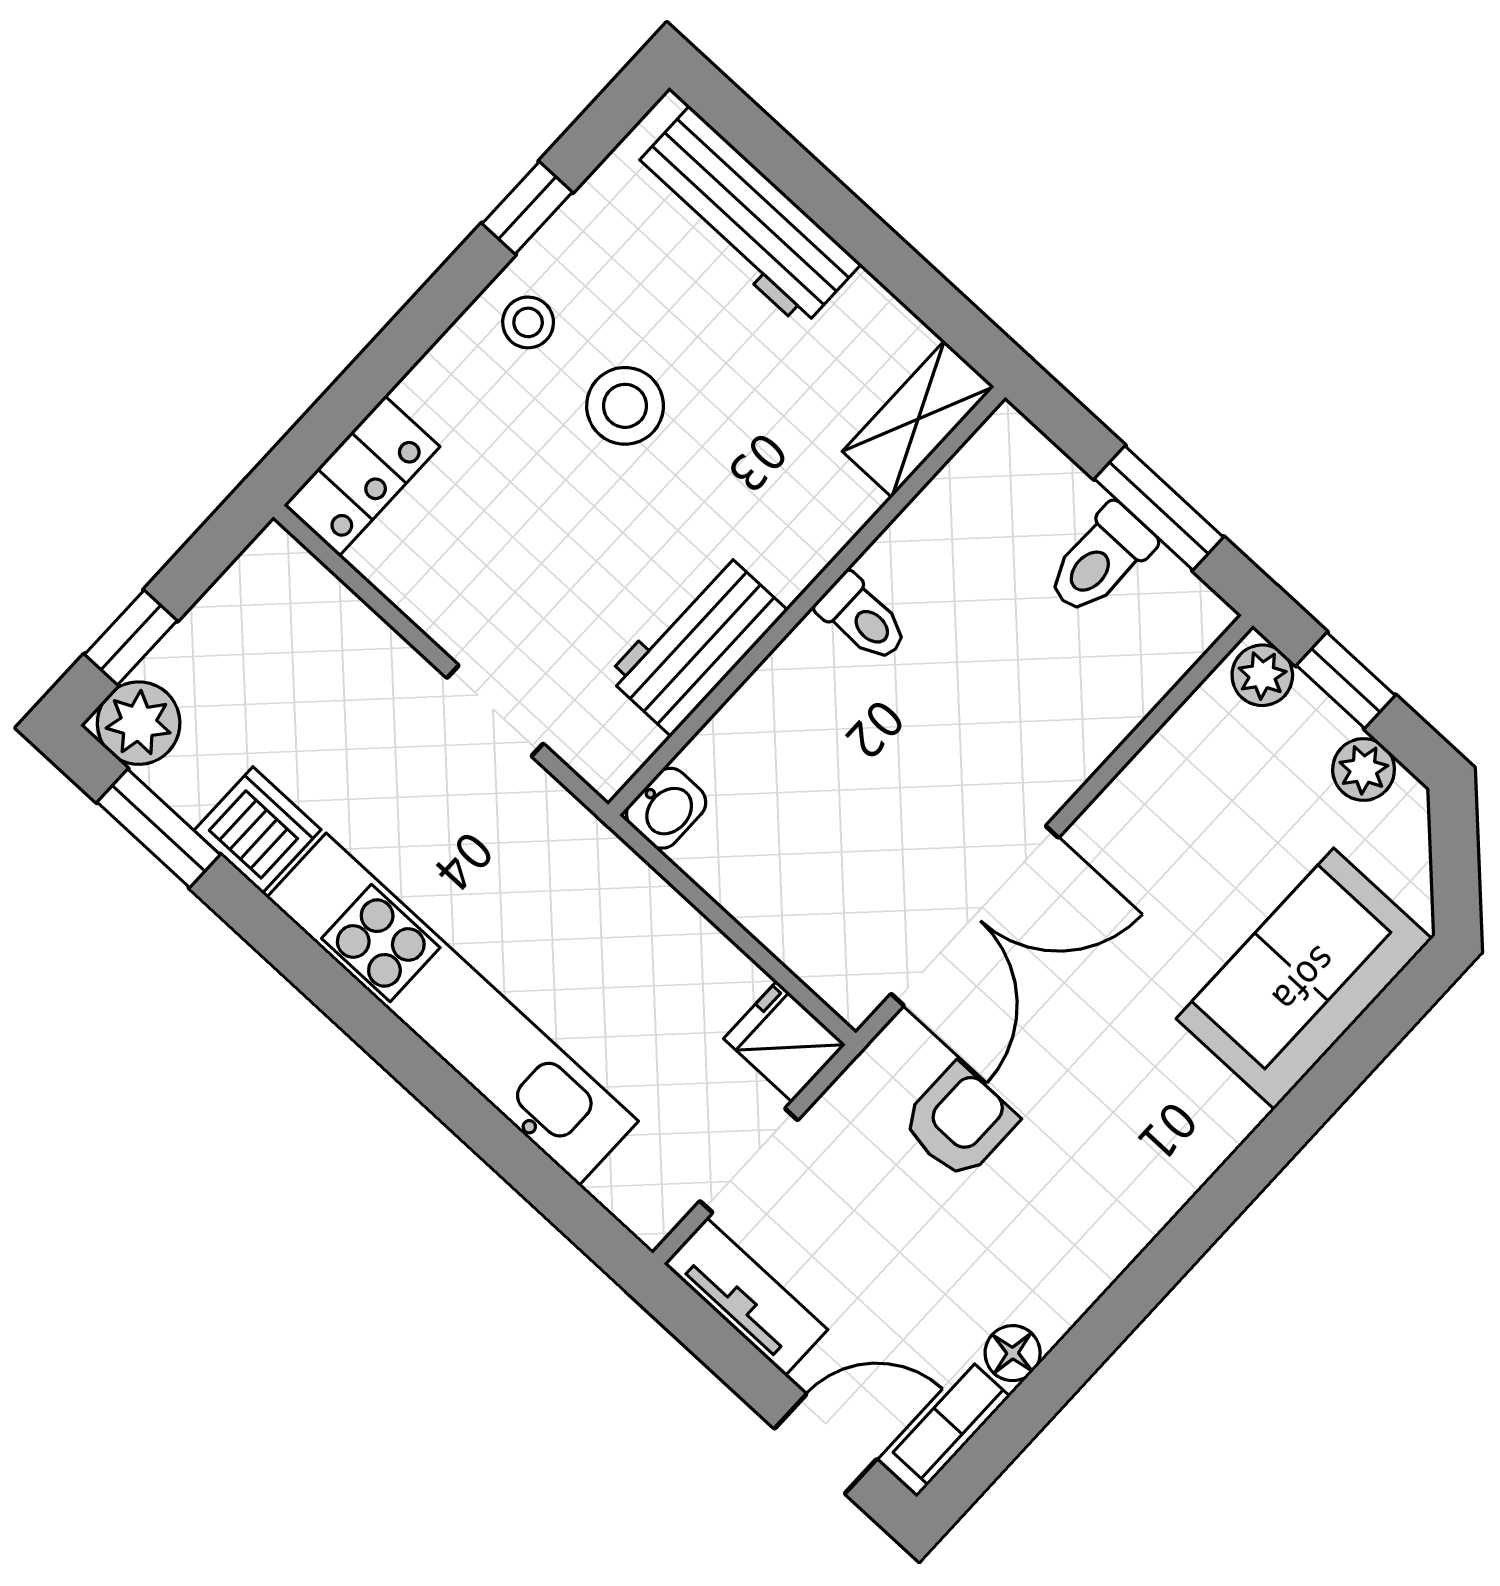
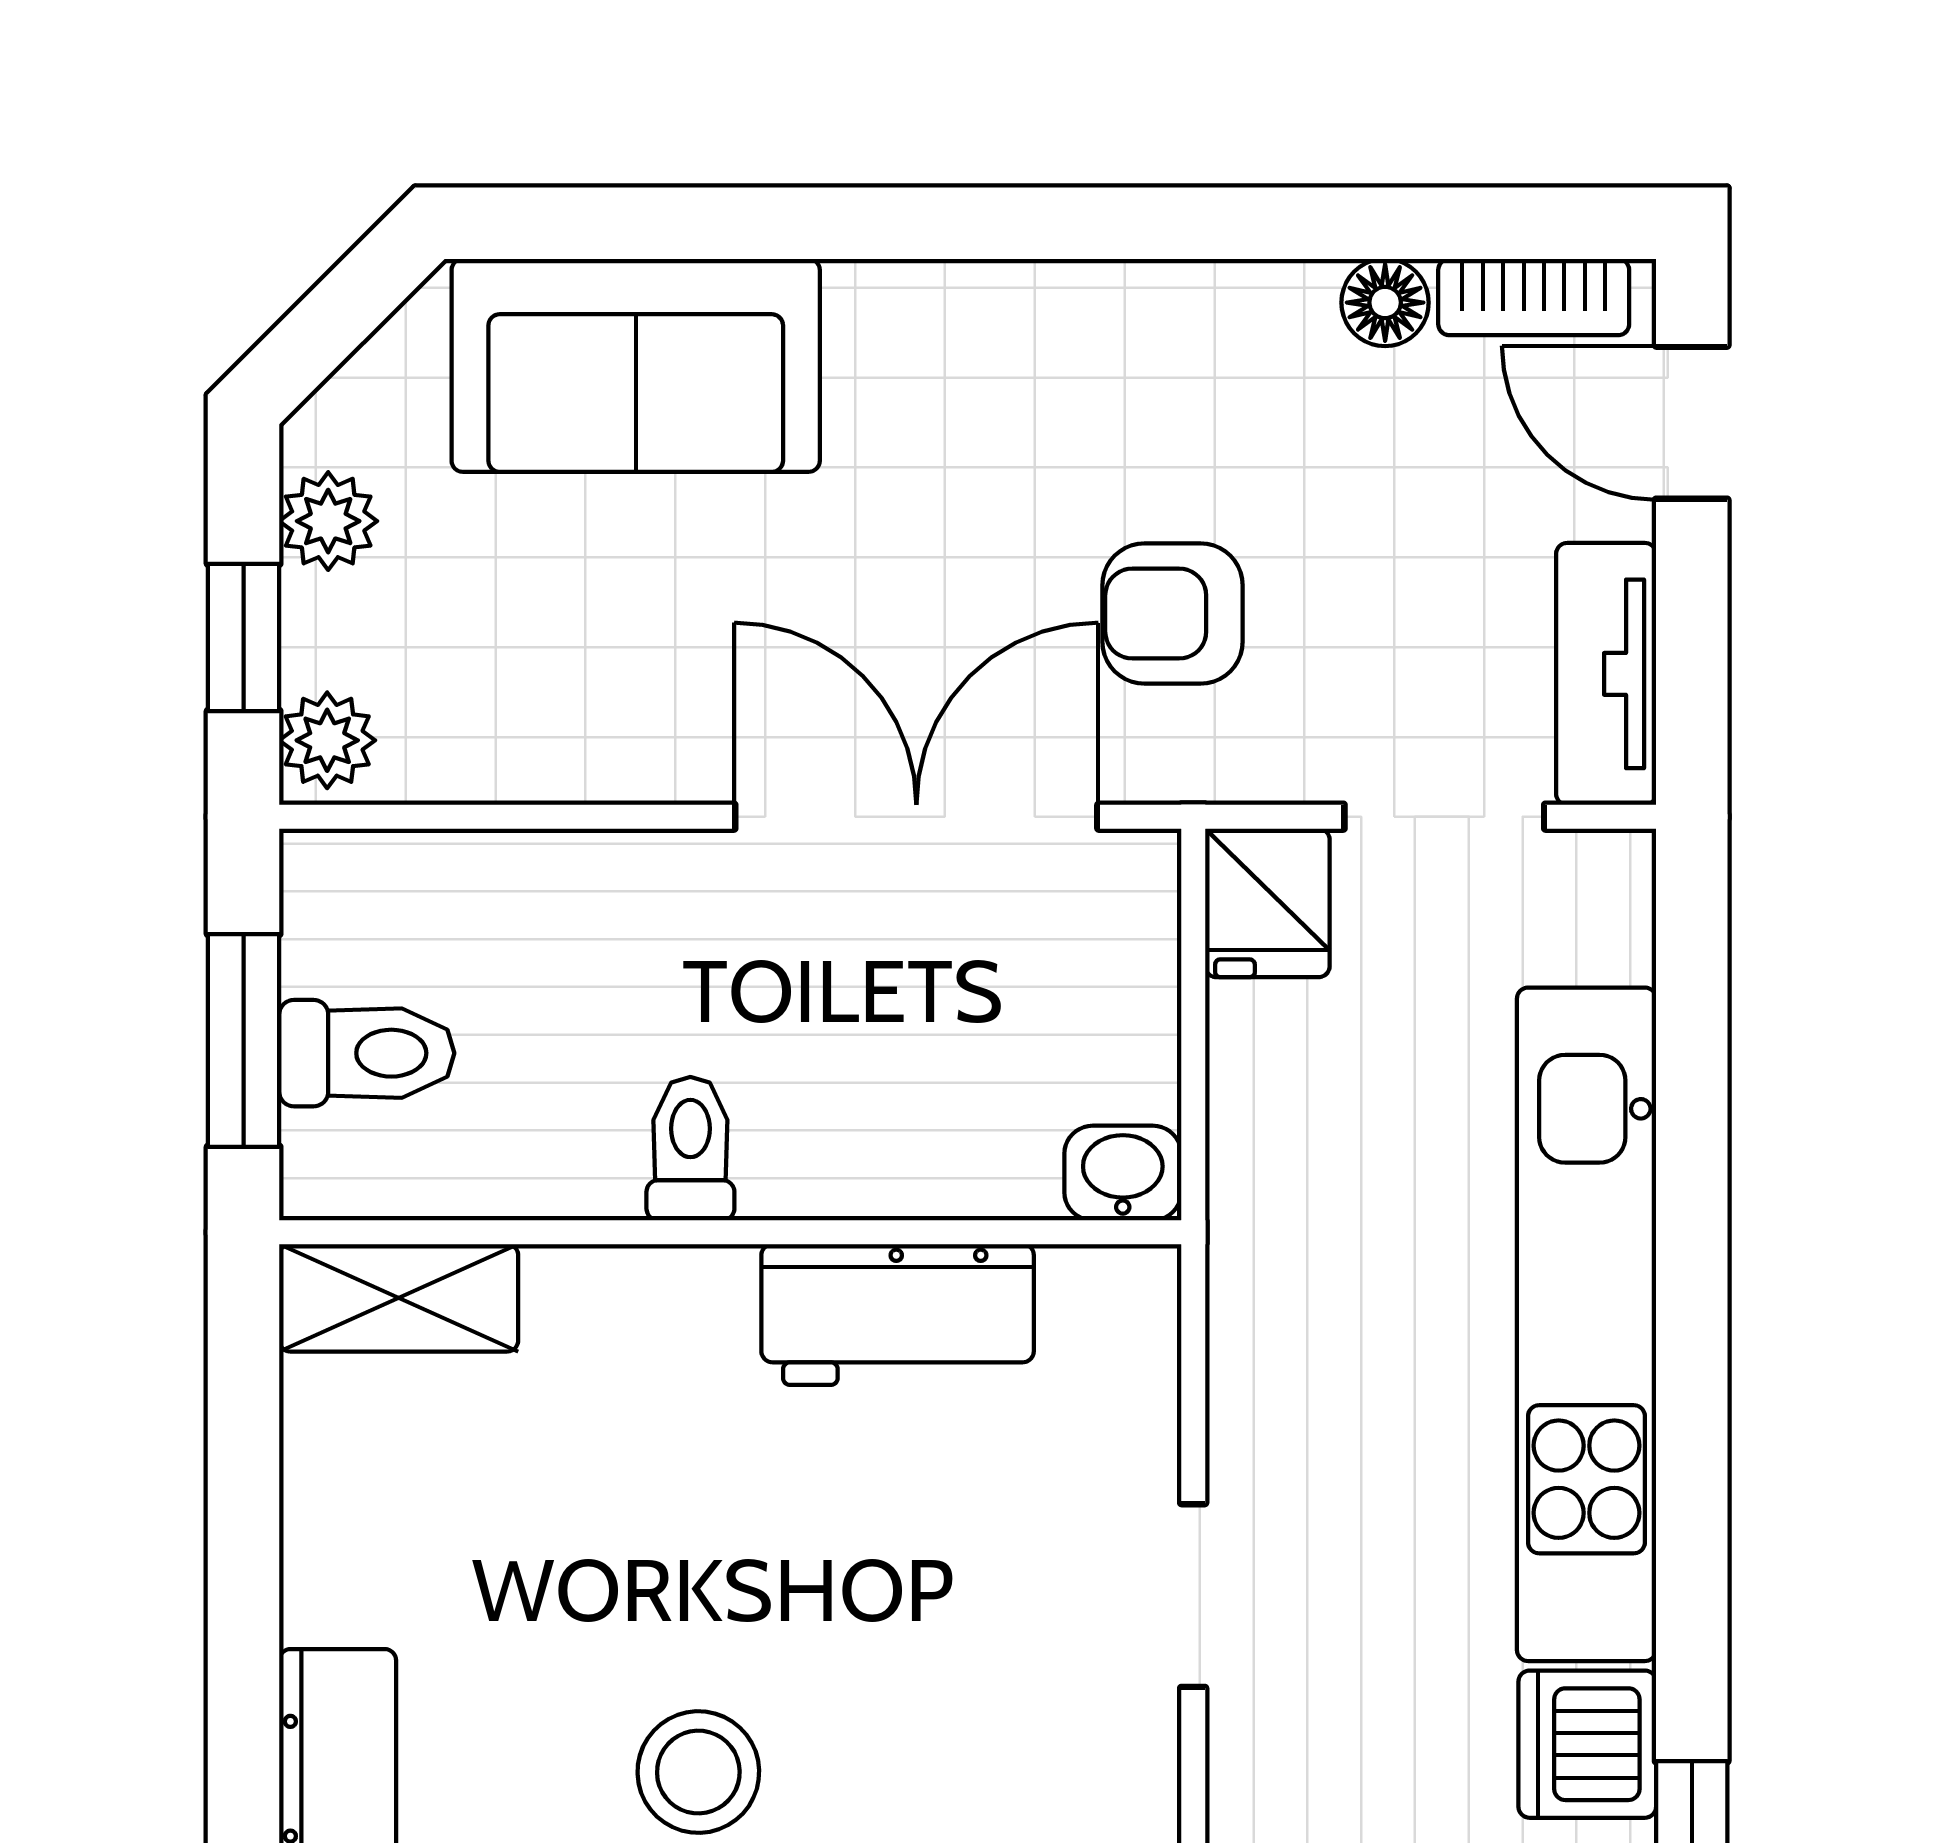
shelving: (918, 419) -> (399, 1298), moved
wall: (807, 601) -> (730, 1232), moved
toilet: (862, 618) -> (690, 1149), moved
workbench: (697, 643) -> (898, 1314), moved
washbasin: (666, 808) -> (1123, 1173), moved

